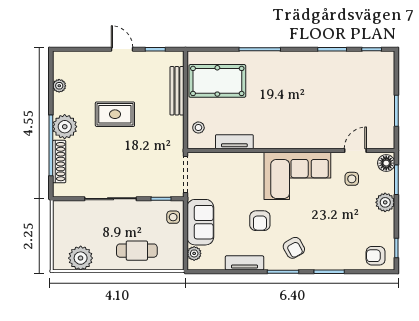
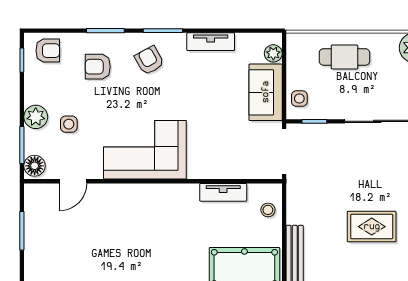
side table: (352, 179) -> (69, 124), moved
armchair: (260, 221) -> (98, 67), moved, turned -90

